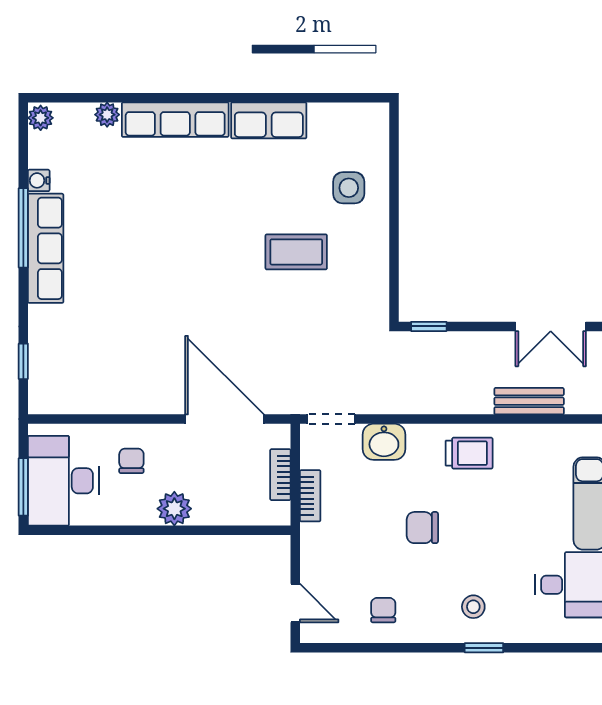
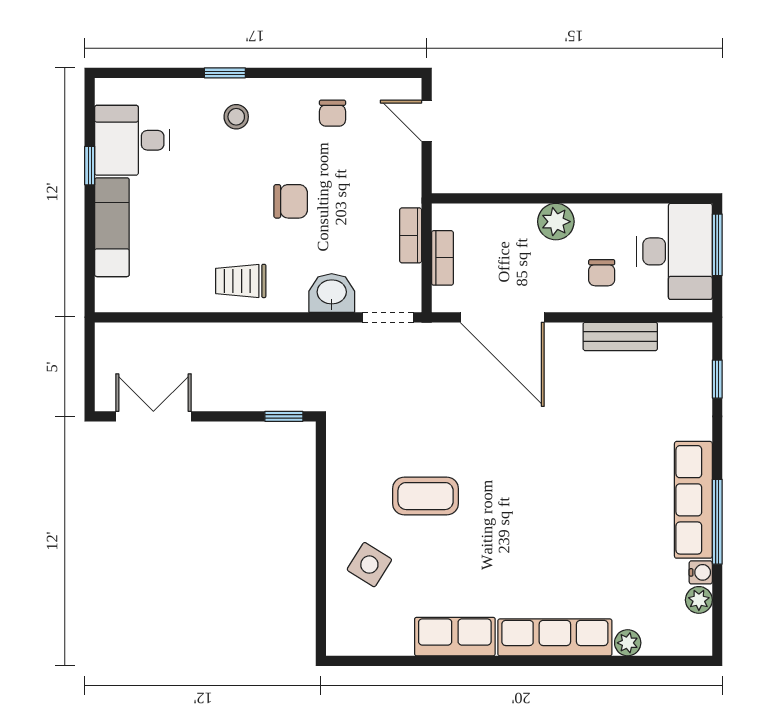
plant: (41, 118) -> (699, 600), moved
side table: (349, 188) -> (369, 565), turned 32
bench: (529, 401) -> (620, 336), moved

